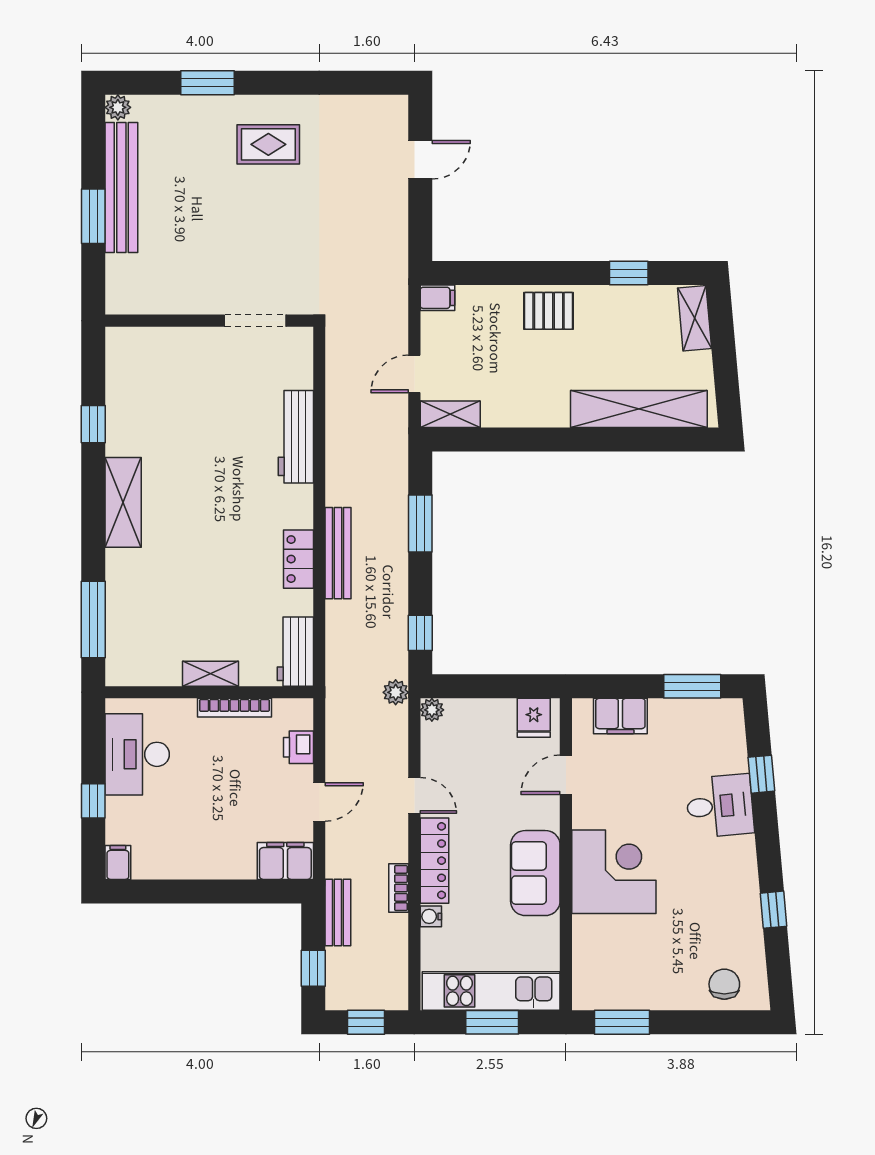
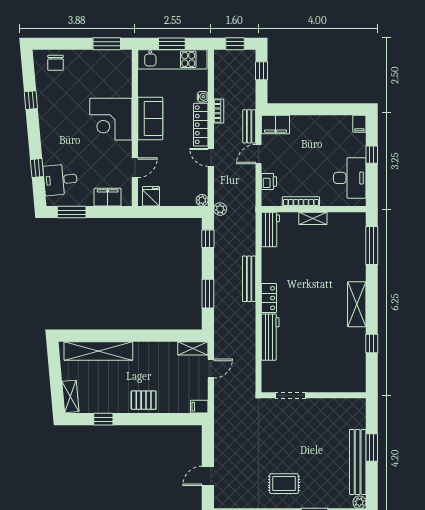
locker: (298, 559) -> (269, 298), moved
desk: (720, 806) -> (60, 180), moved
bench: (338, 913) -> (249, 126), moved

